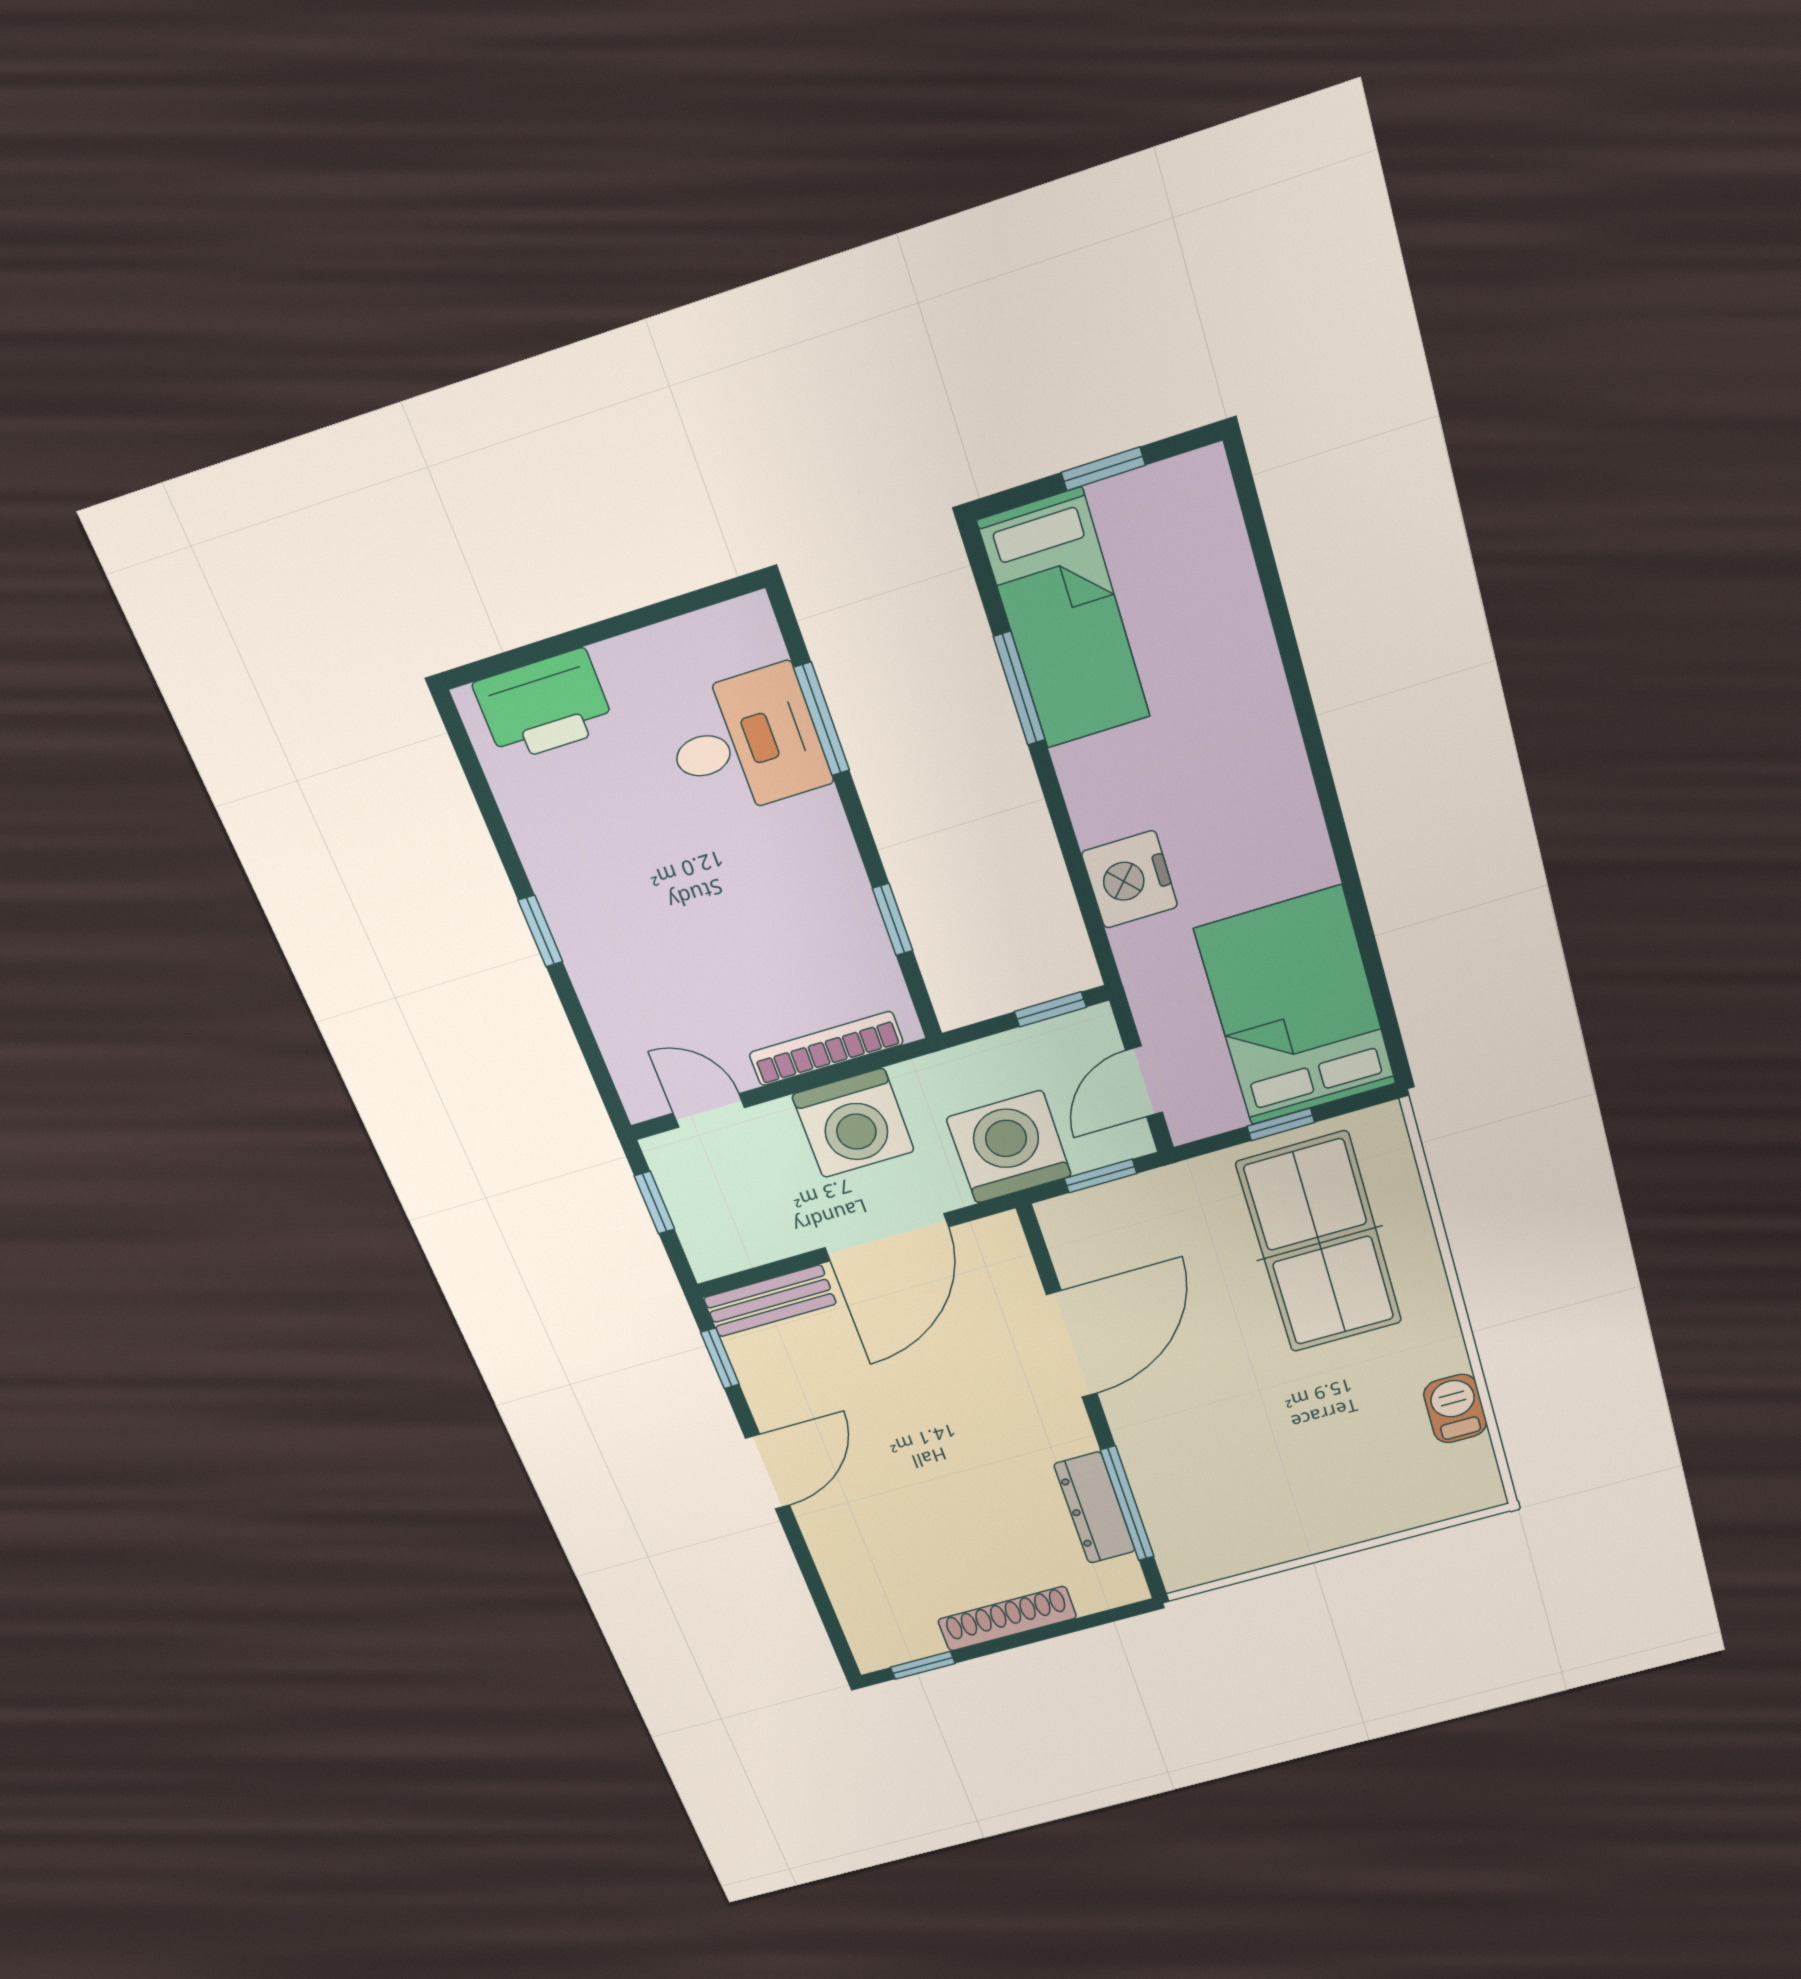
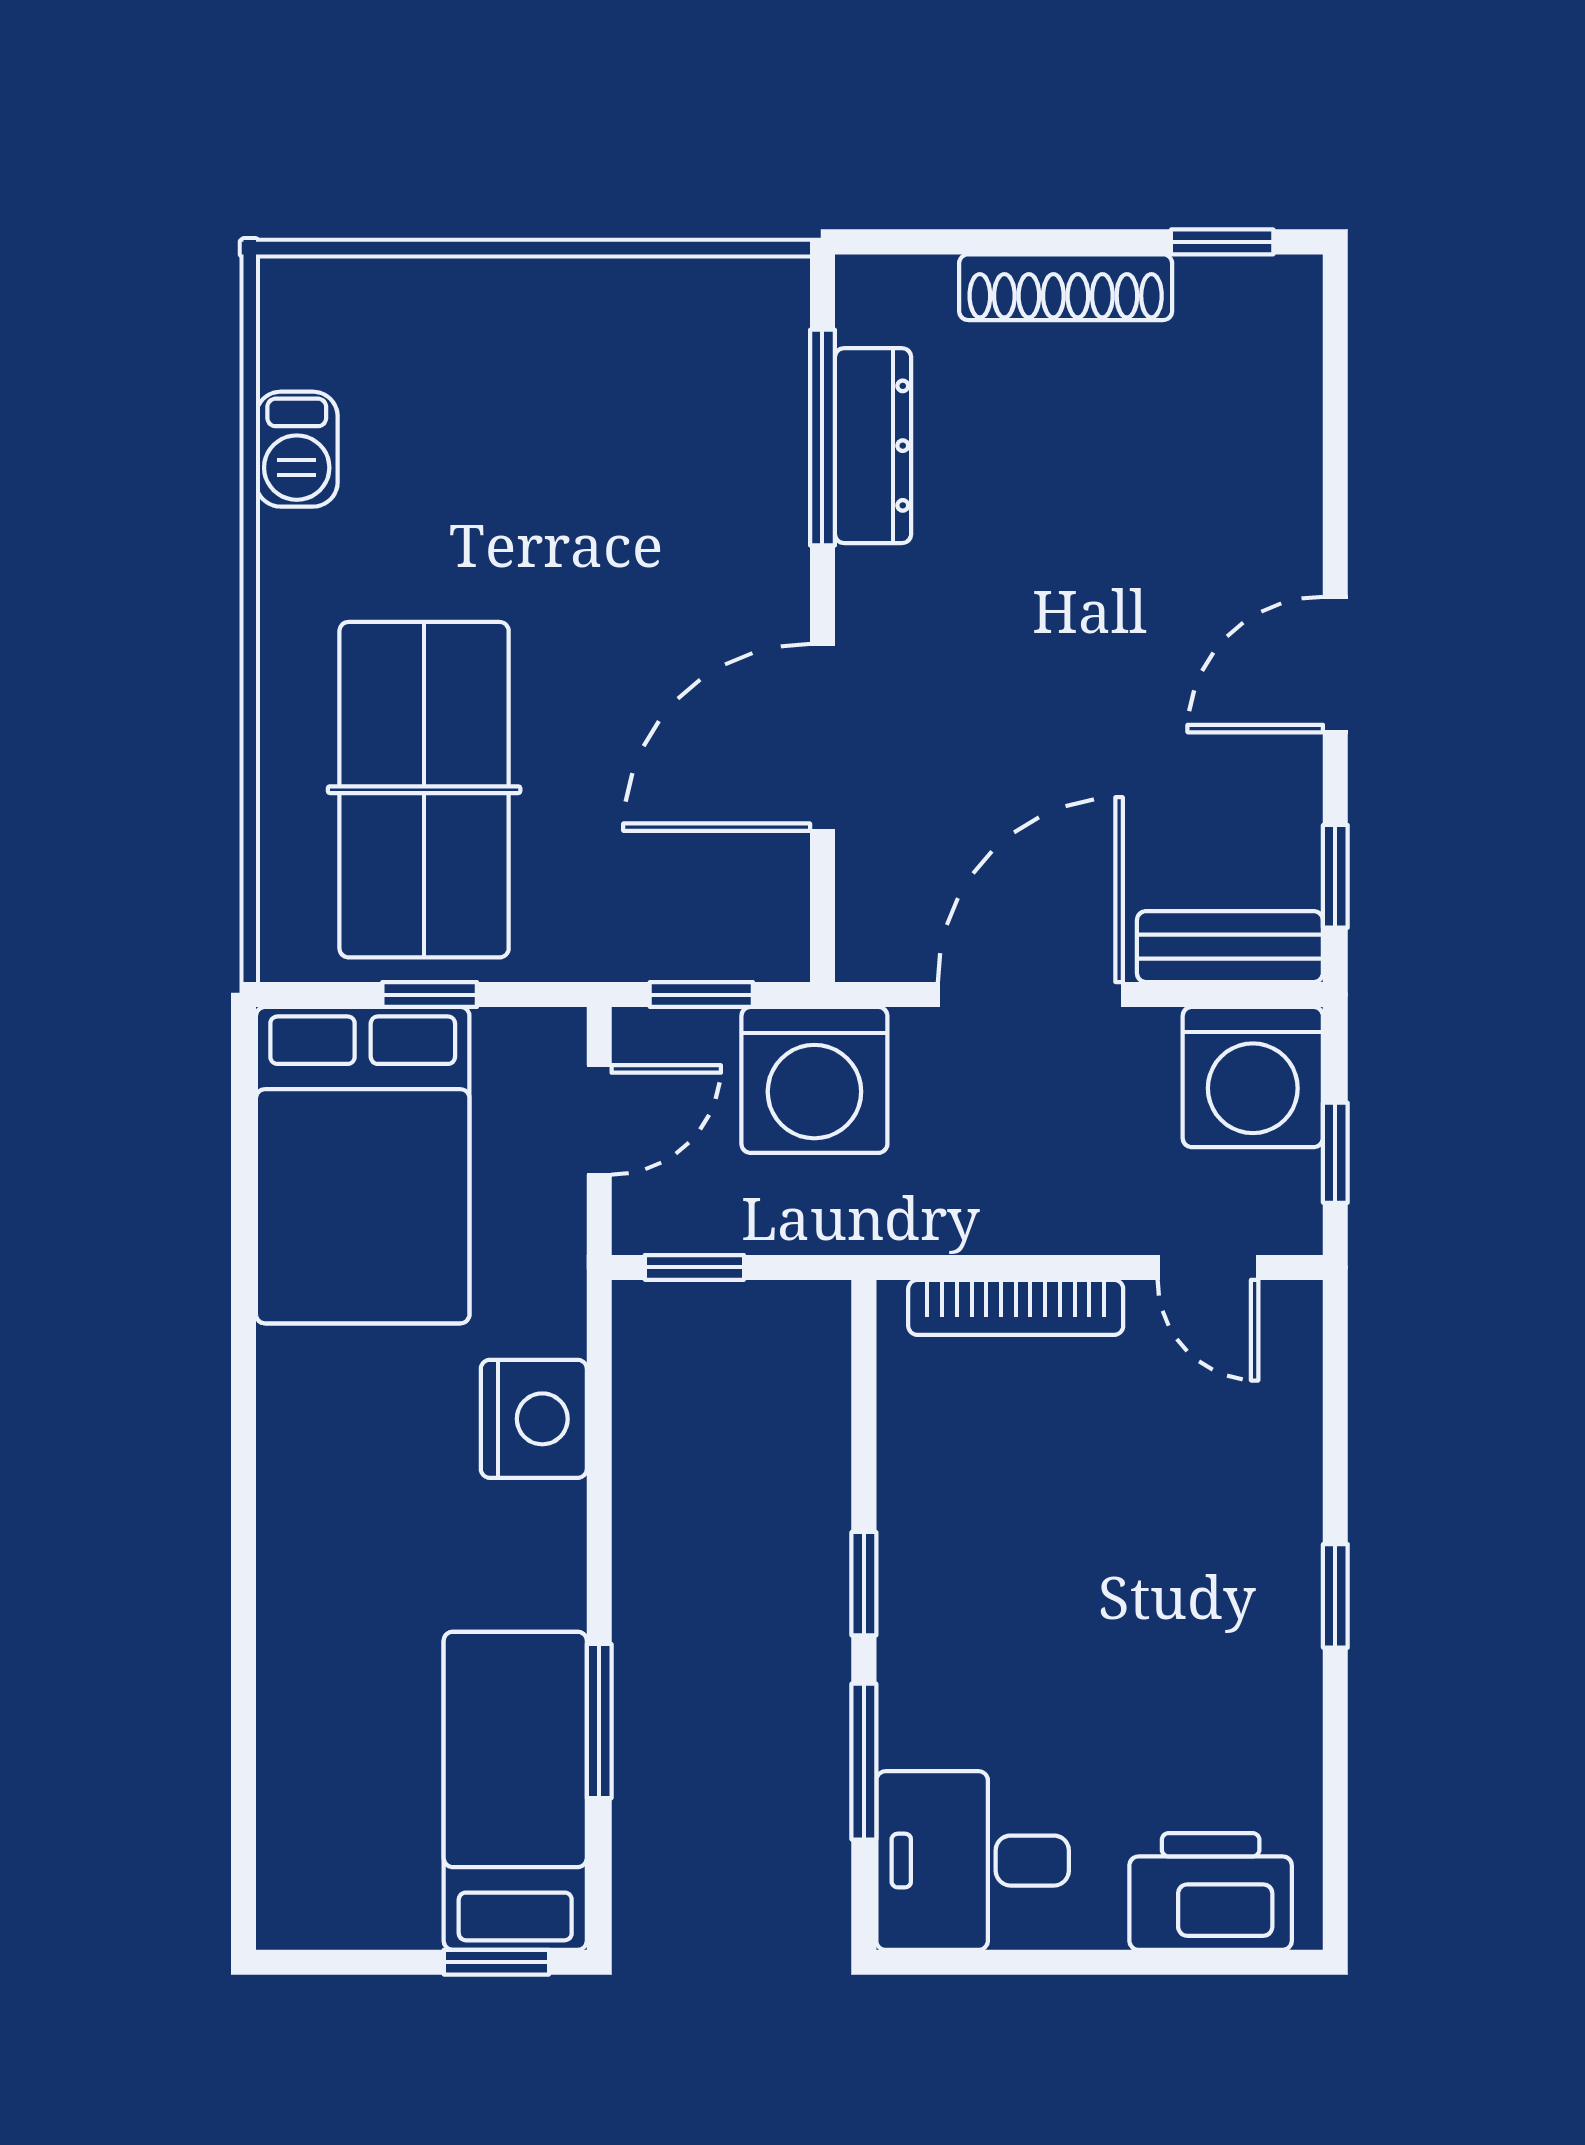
window: (1103, 469) -> (496, 1962), moved
desk: (745, 743) -> (973, 1861), moved
window: (893, 920) -> (864, 1584), moved
washing machine: (853, 1123) -> (1253, 1077), moved, turned 180

